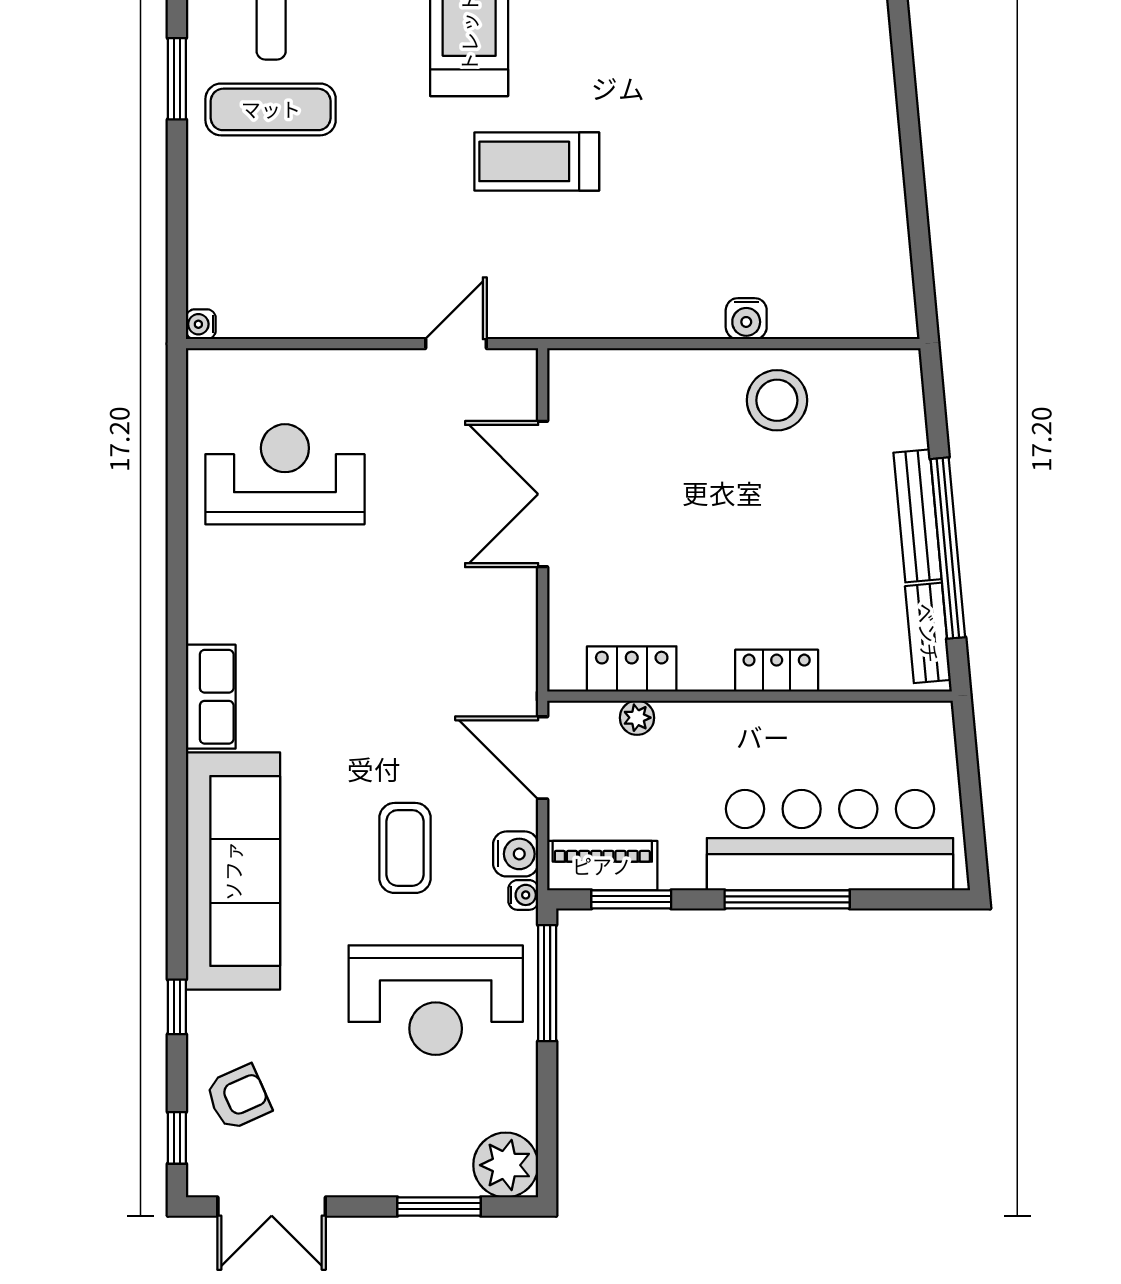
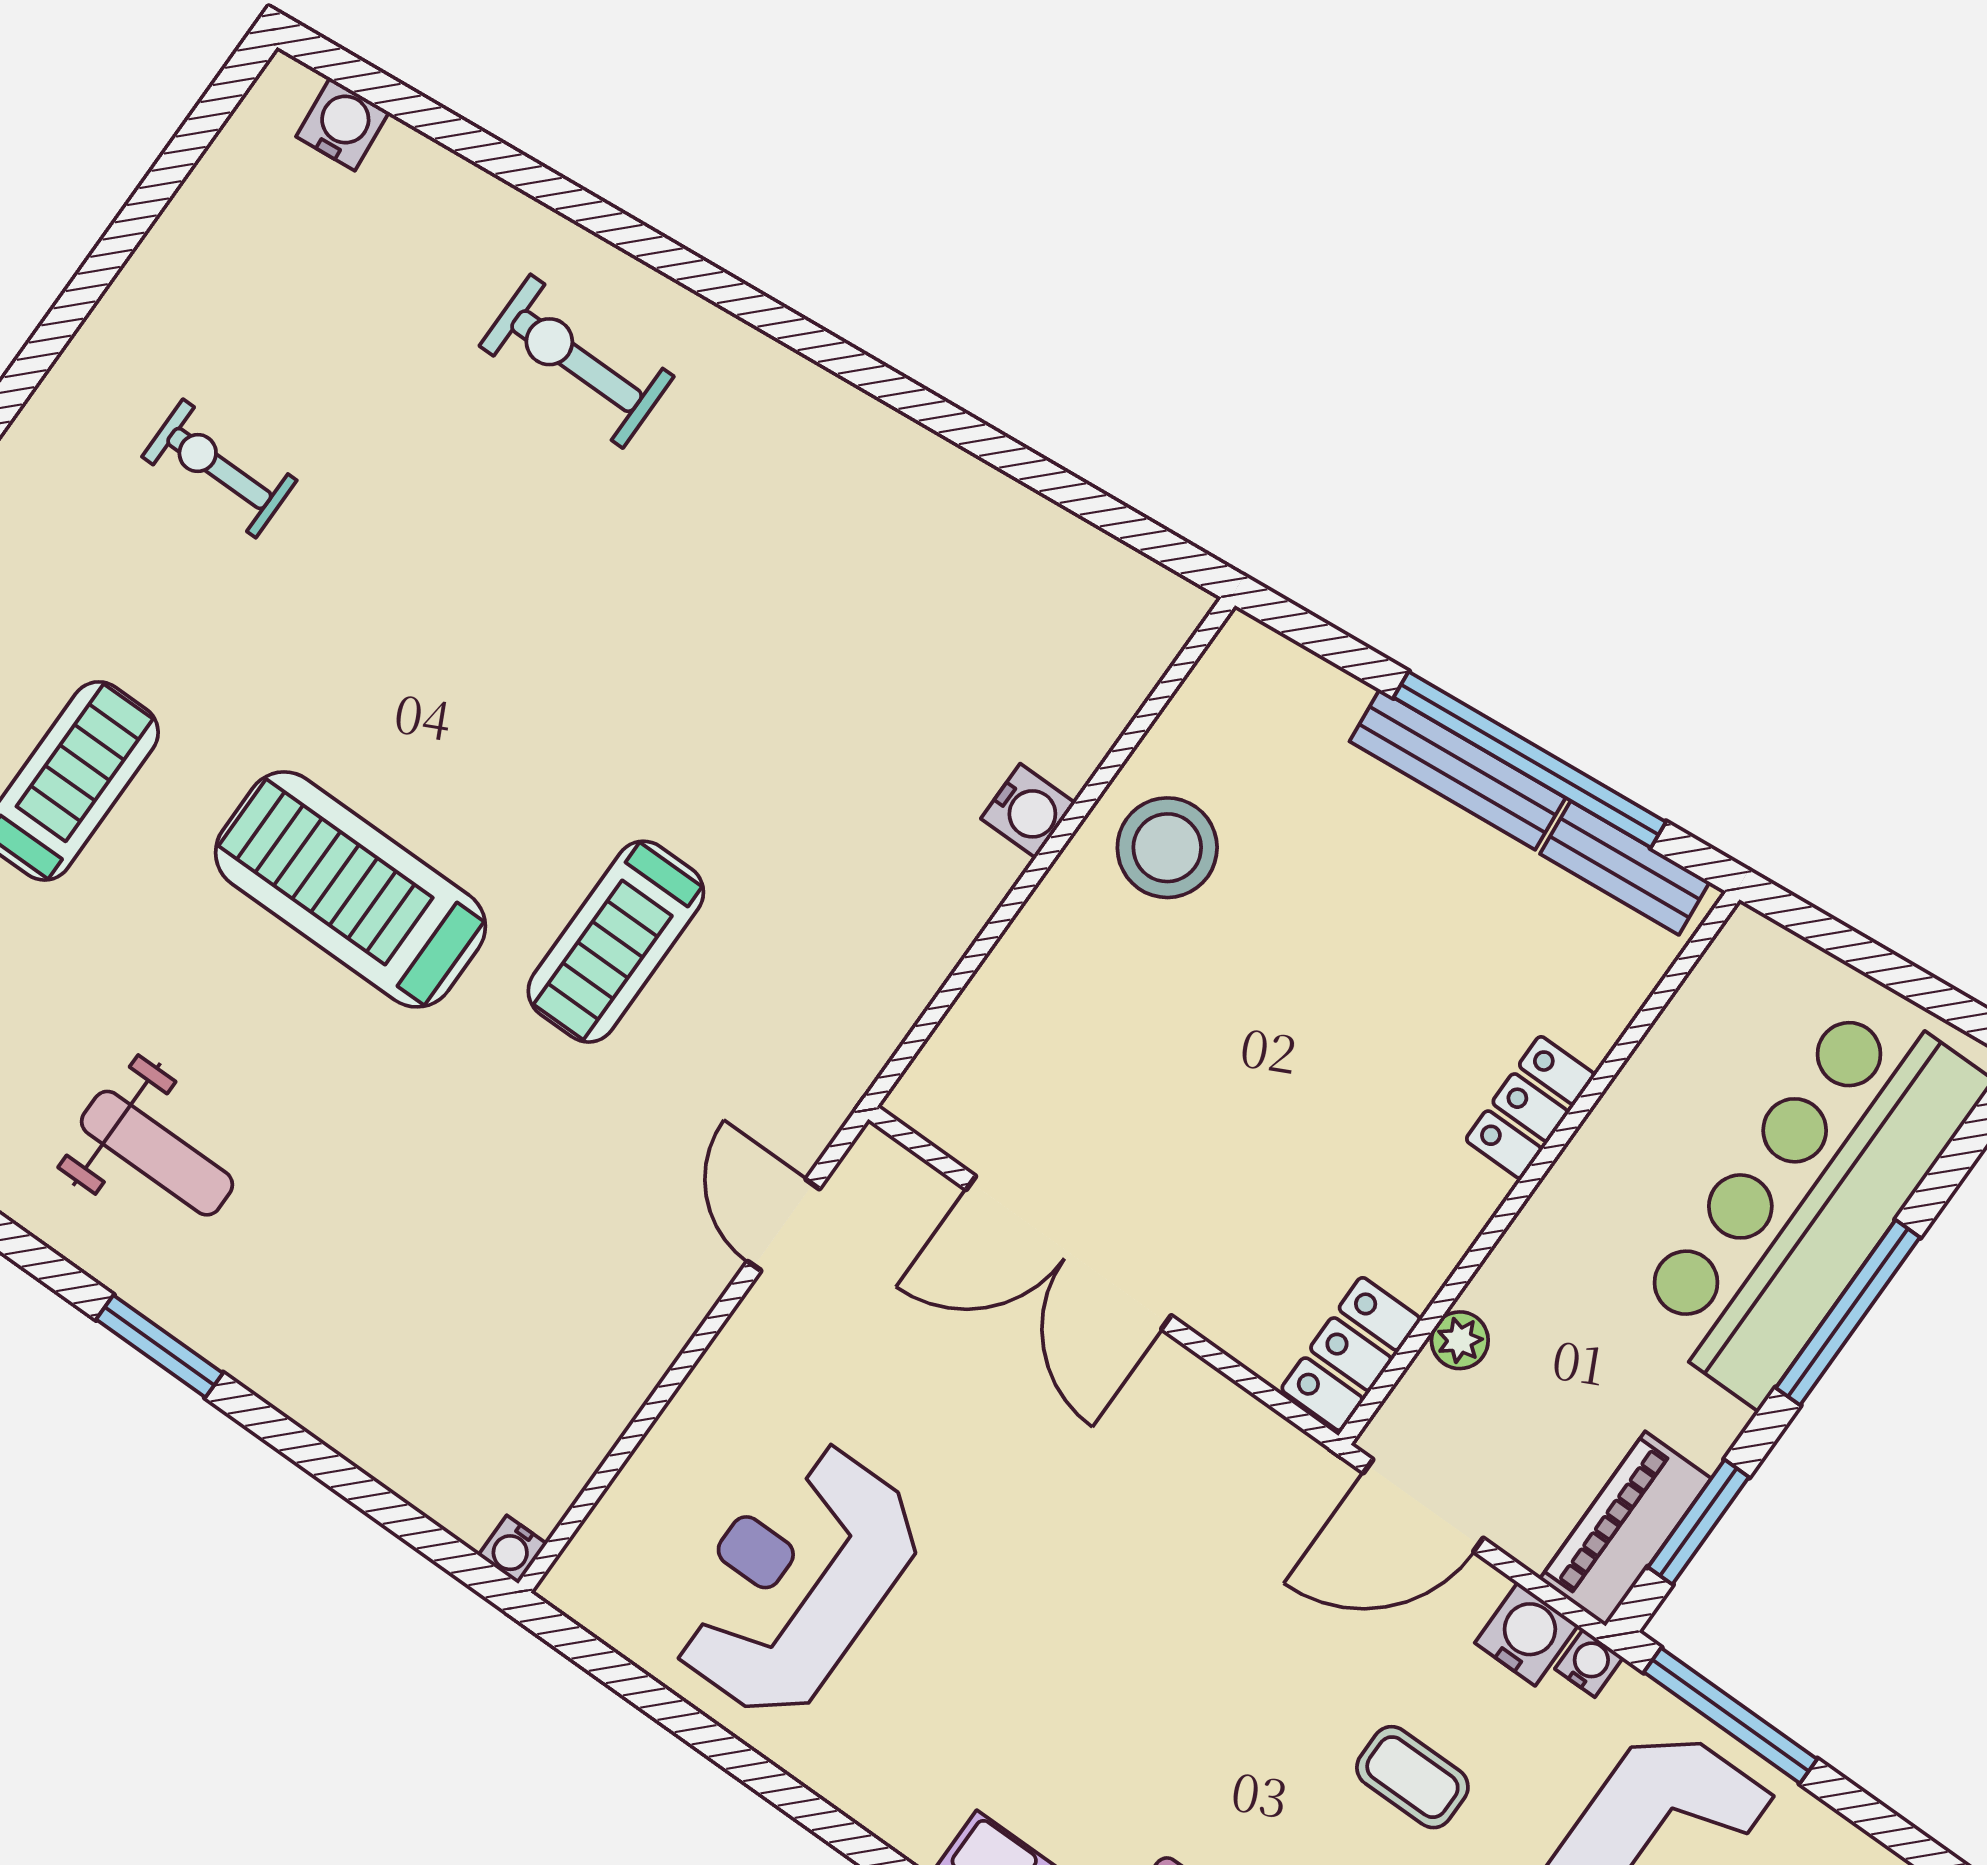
exercise mat: (271, 109) -> (291, 1250), removed
locker: (632, 669) -> (1351, 1354), moved
coffee table: (405, 848) -> (1412, 1777), width x0.73, depth x0.77

